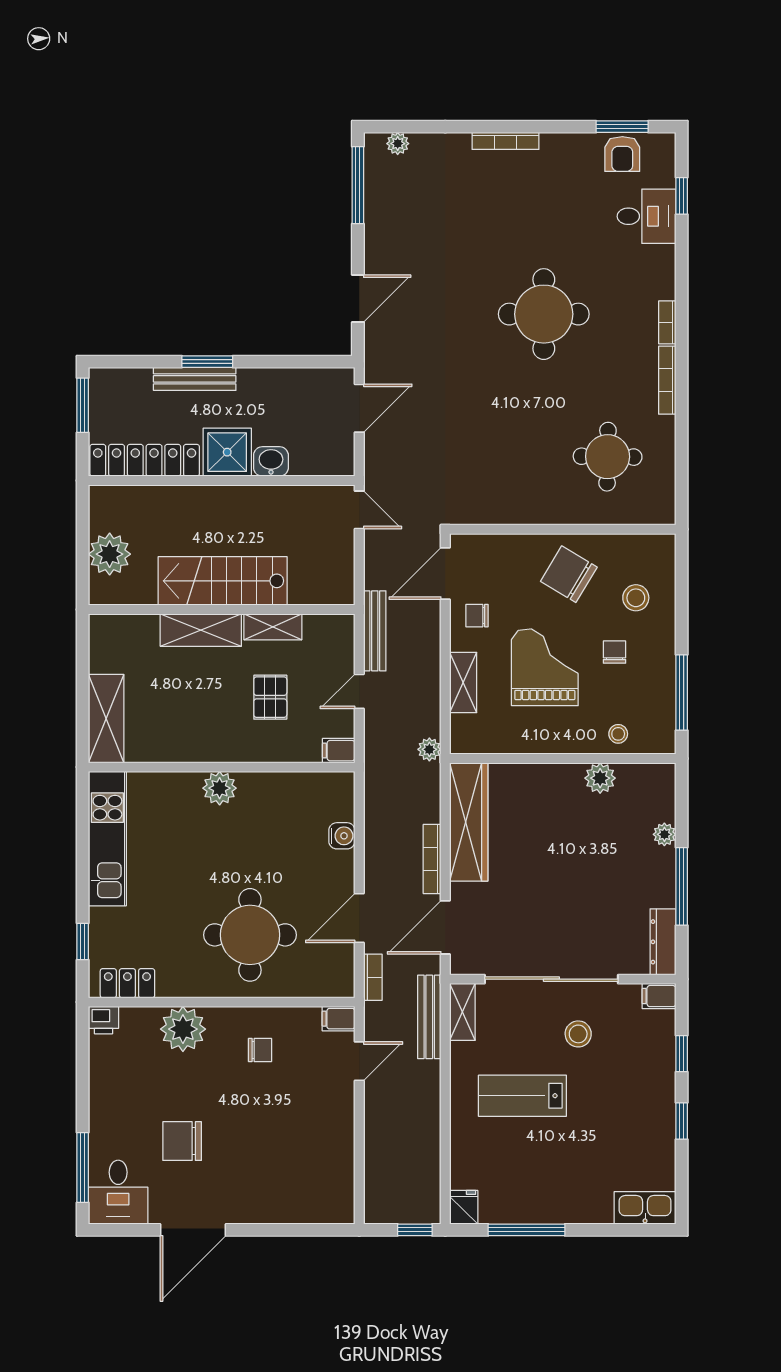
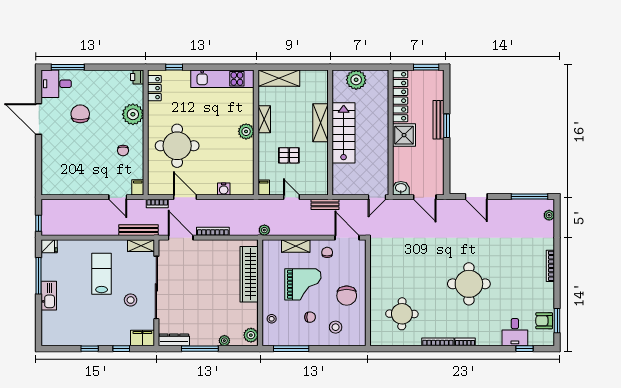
washbasin: (271, 461) -> (401, 188), moved, turned -90
chair: (569, 574) -> (347, 296), turned 149
shelving: (273, 627) -> (264, 119), moved
bench: (375, 631) -> (325, 204), width x0.73
plant: (600, 778) -> (251, 335), moved
wardrobe: (469, 822) -> (249, 274), moved, turned 90
filing cabinet: (659, 996) -> (142, 338), width x2.00
kitchen sink: (645, 1208) -> (49, 296), moved

